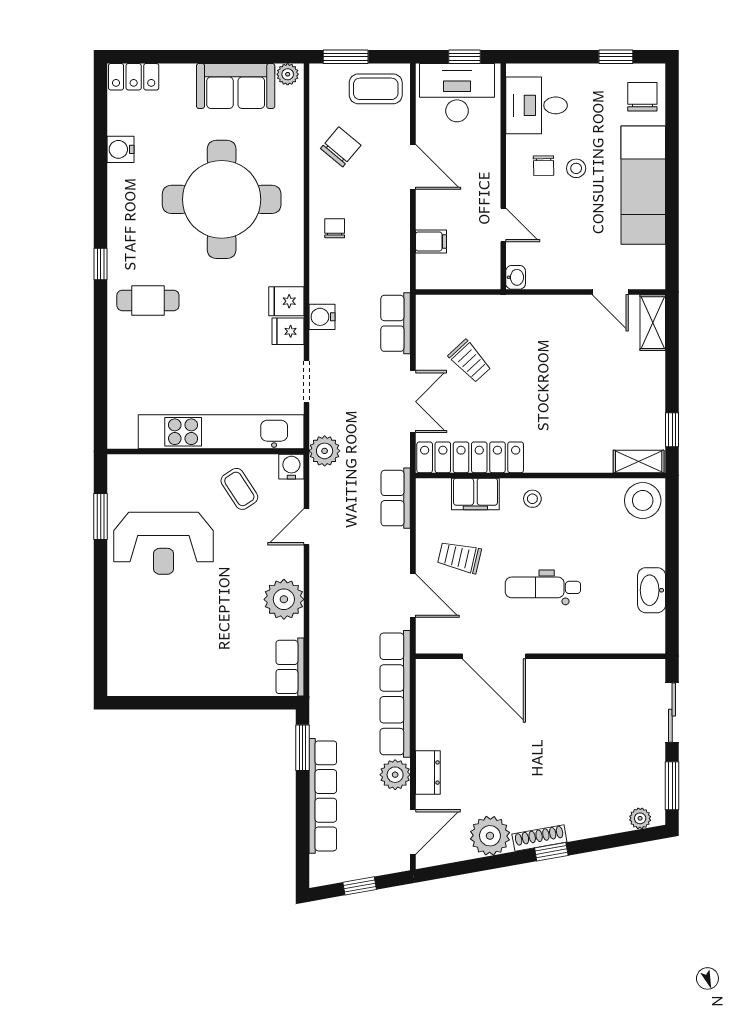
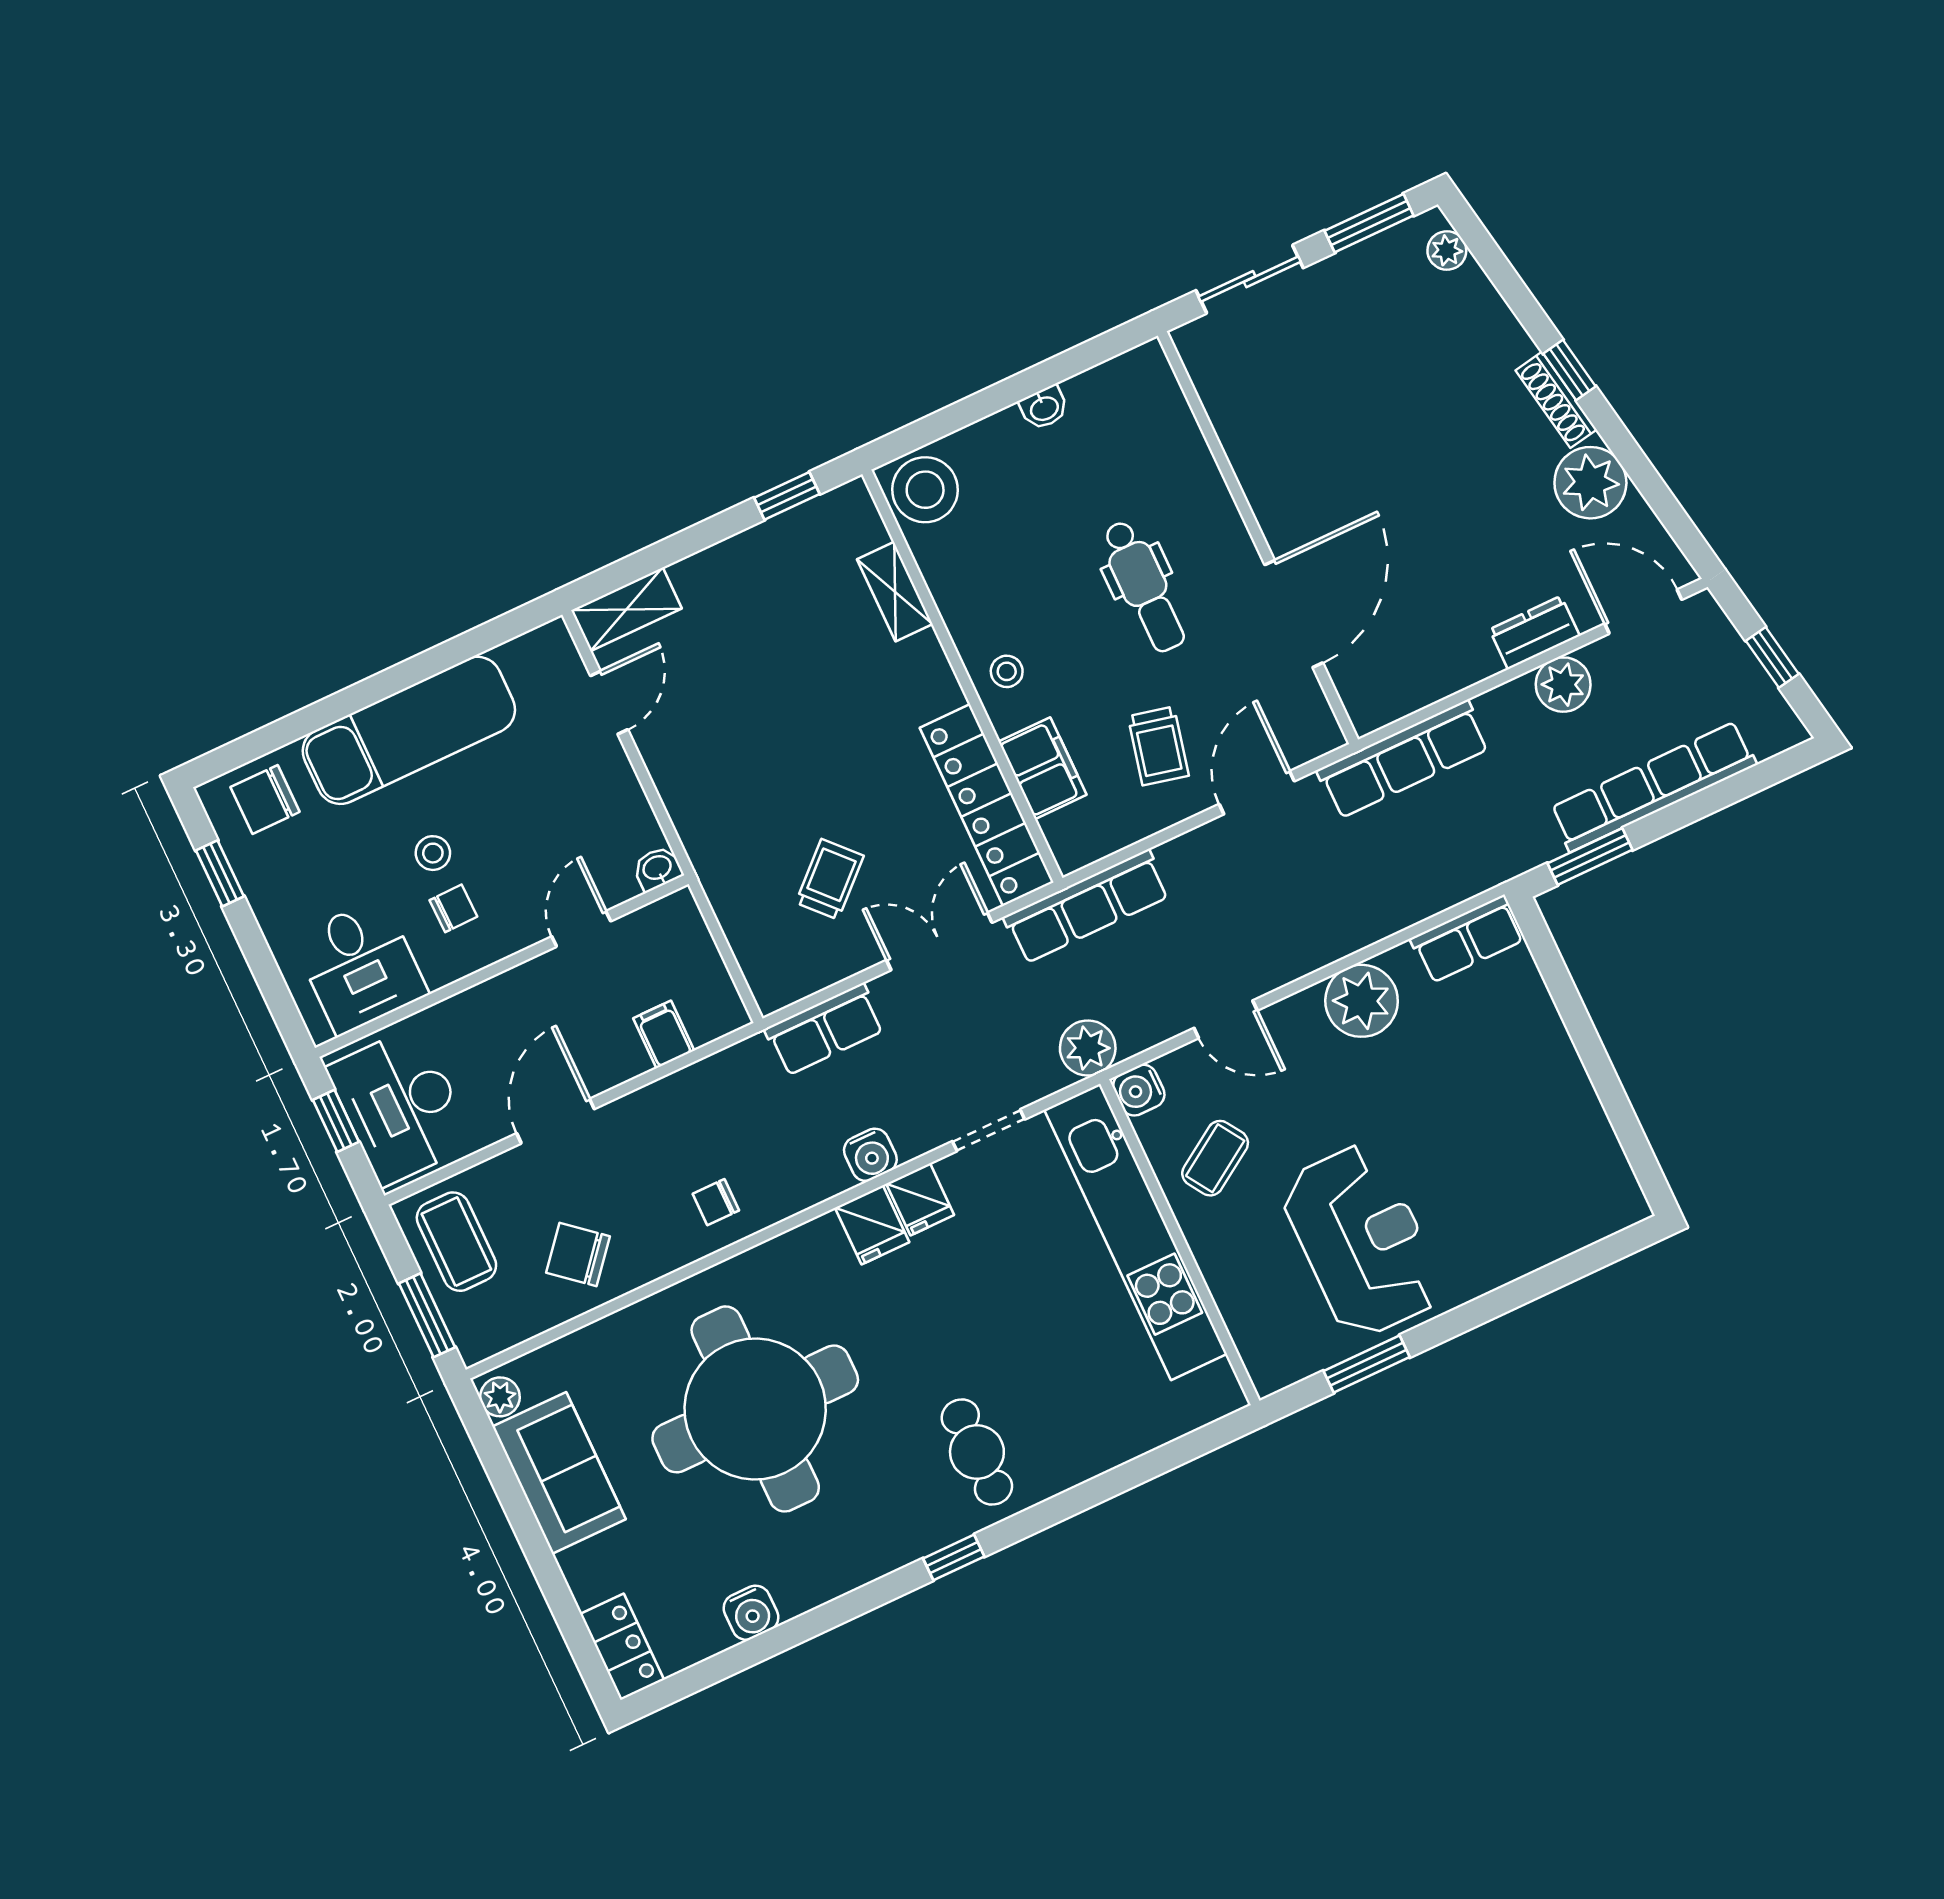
shelving: (639, 461) -> (895, 592), moved
row of seats: (396, 498) -> (1087, 907), width x1.48
washbasin: (652, 590) -> (1044, 408), width x0.52, depth x0.69
row of seats: (395, 694) -> (1403, 759), width x0.73

